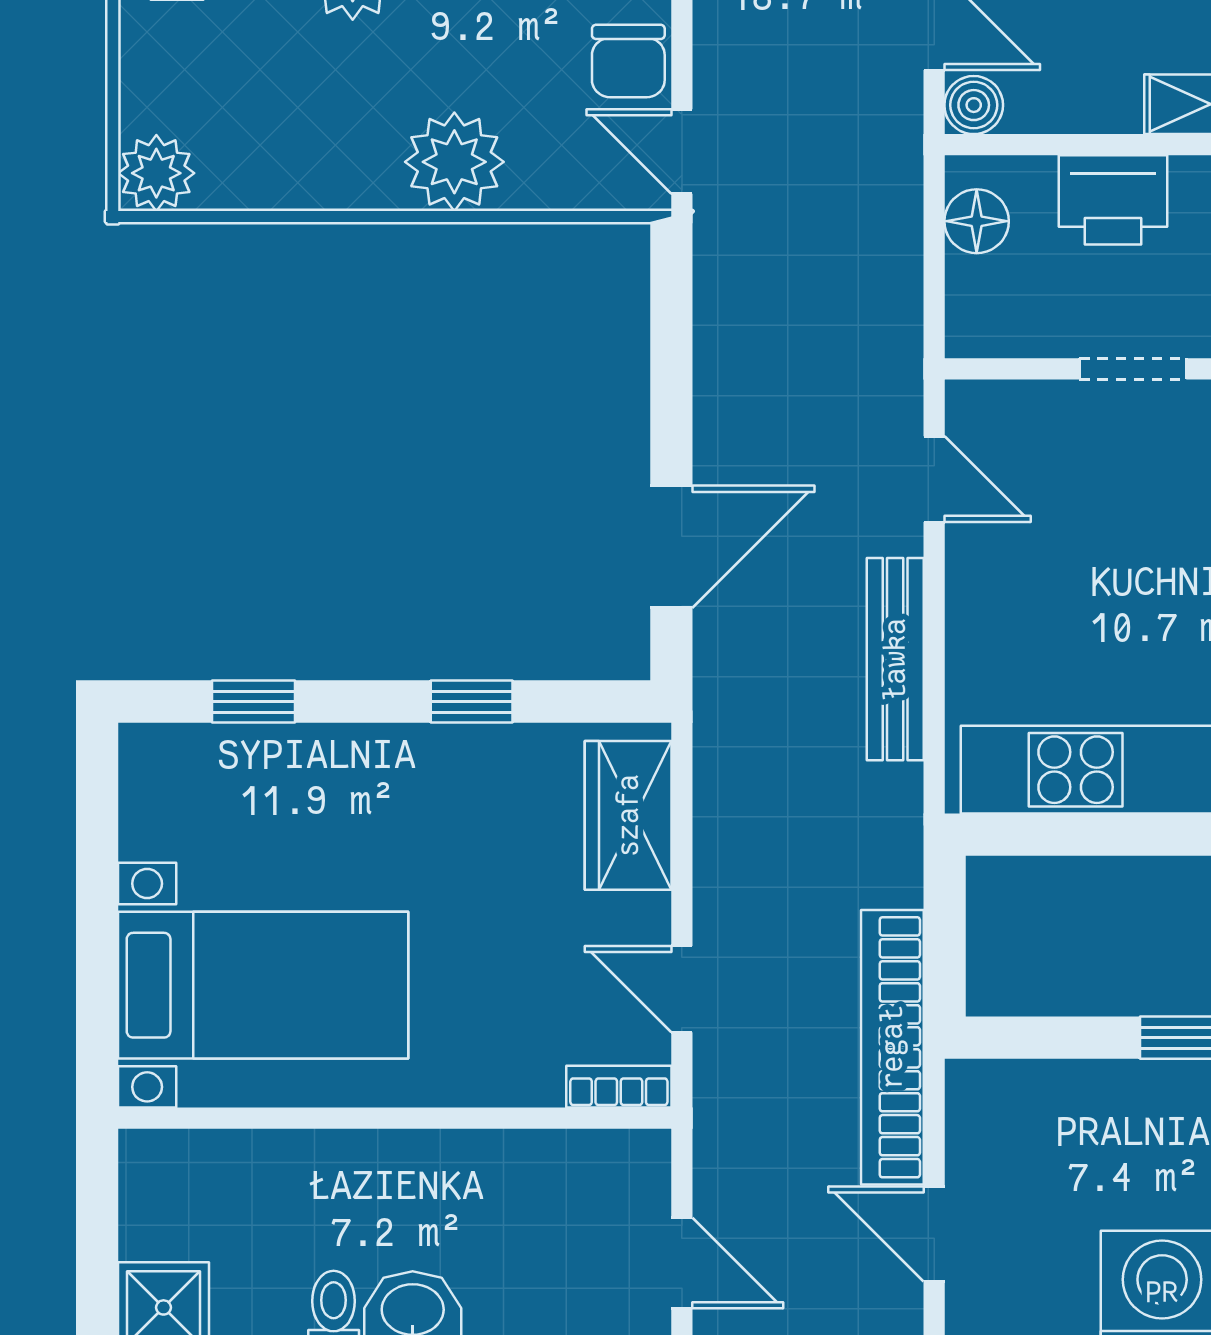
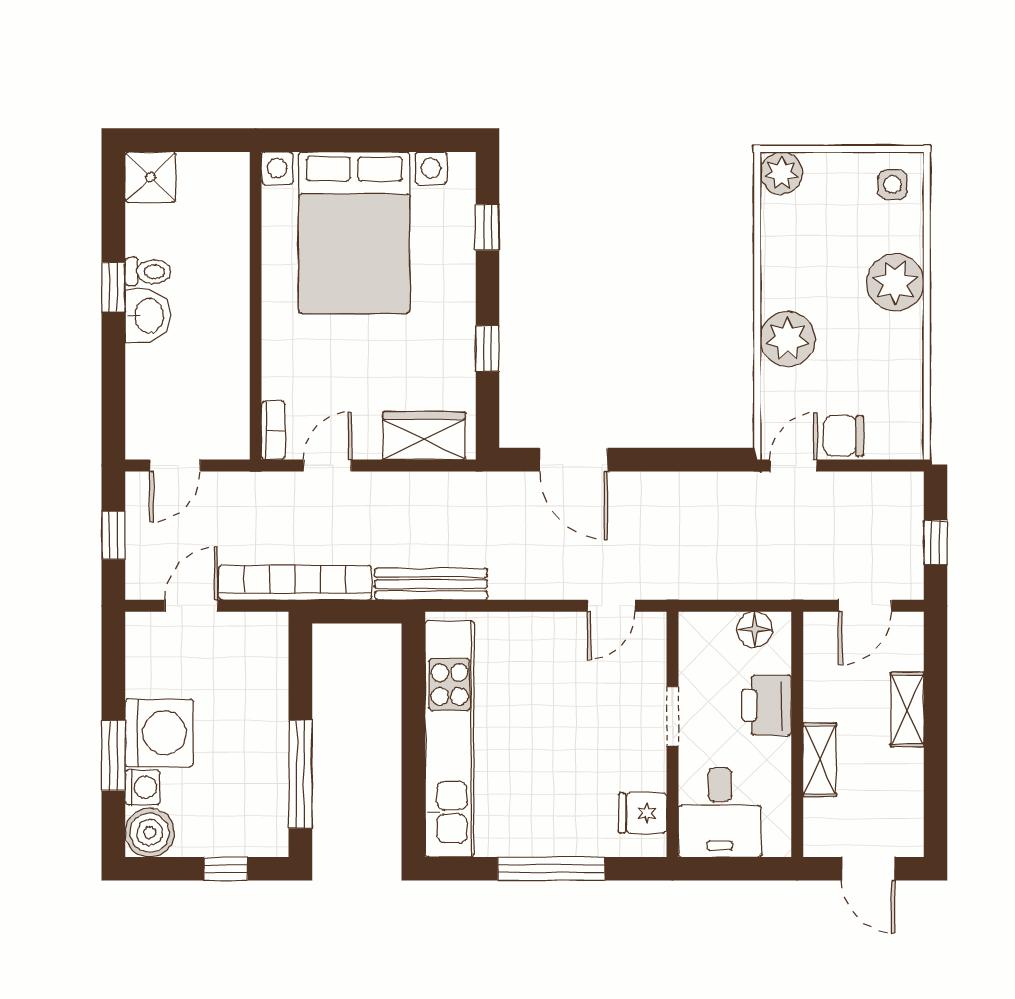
boiler: (974, 105) -> (819, 628), removed
bench: (895, 659) -> (431, 584), moved
bed with nightstands: (263, 985) -> (354, 233), width x1.36

